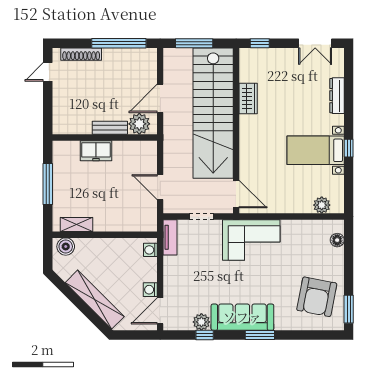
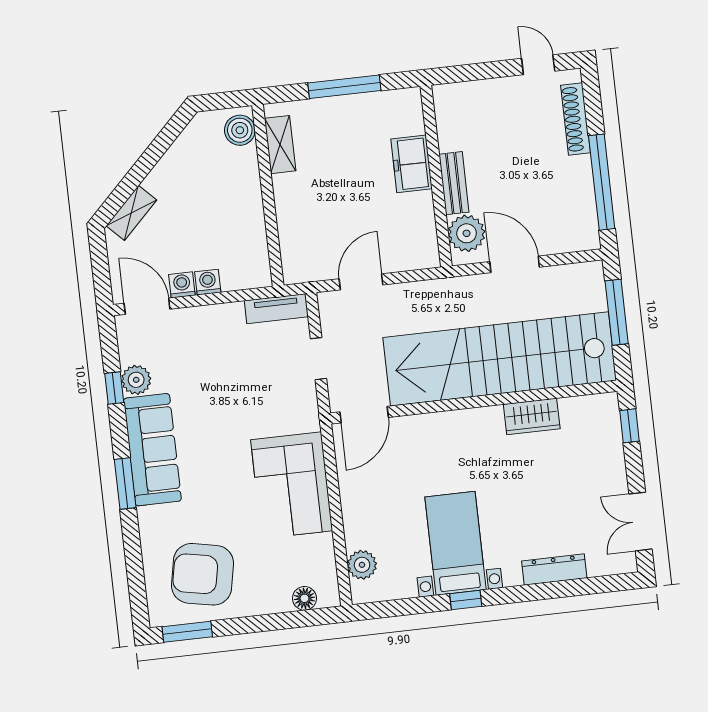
corner sofa: (251, 240) -> (292, 485), moved
washing machine: (150, 250) -> (208, 282), moved
shelving: (95, 300) -> (131, 213), width x0.45, depth x0.75

